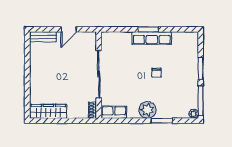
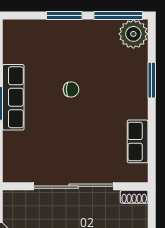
plant: (148, 110) -> (134, 104), removed
row of seats: (114, 112) -> (138, 141), moved
plant: (194, 114) -> (133, 34), width x1.88, depth x1.88

